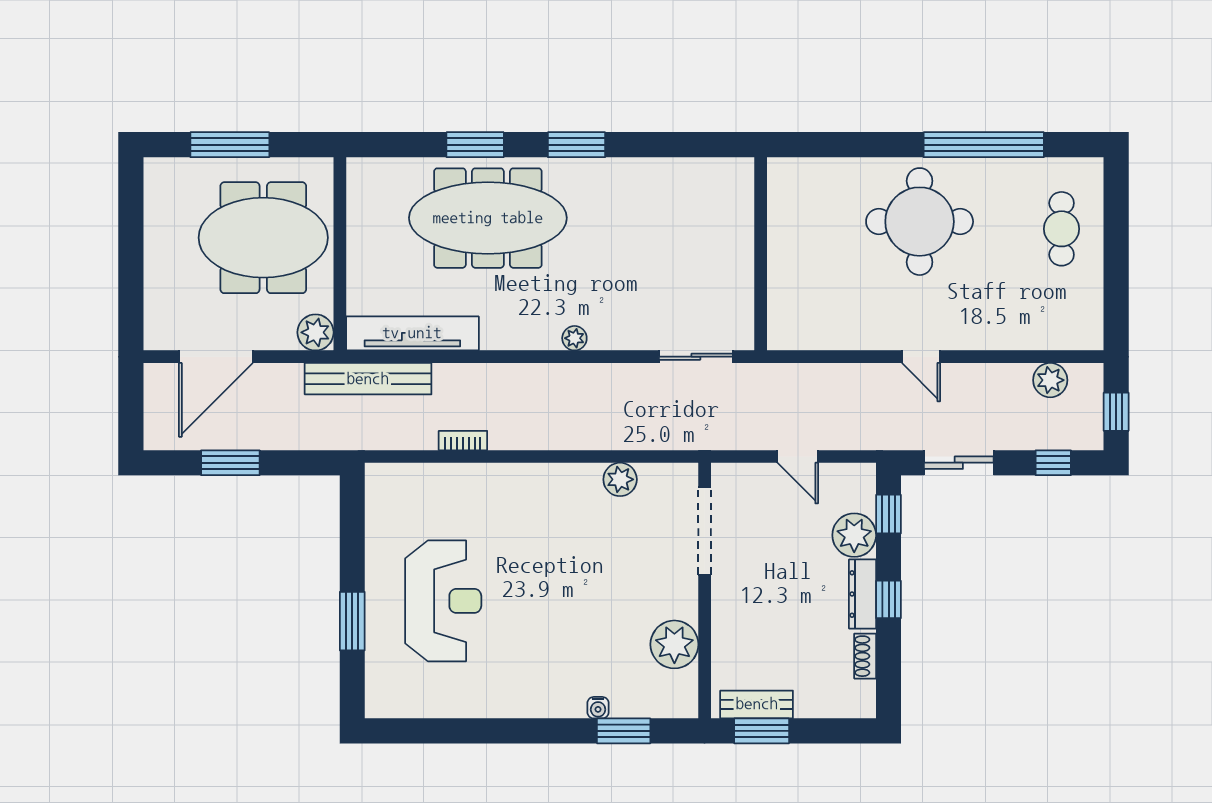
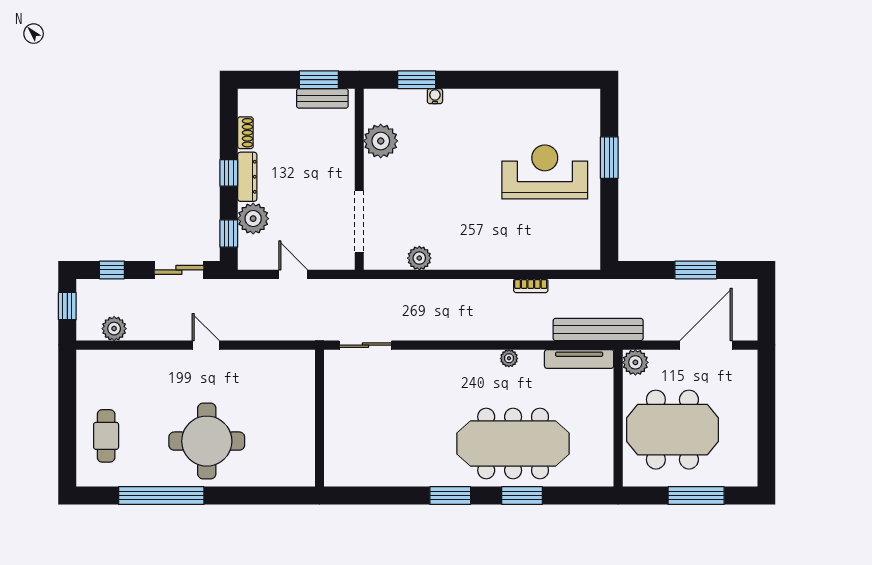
tv unit: (412, 333) -> (579, 359), width x0.73, depth x0.78
plant: (574, 338) -> (509, 358), moved
reception desk: (443, 601) -> (545, 172), turned 90

